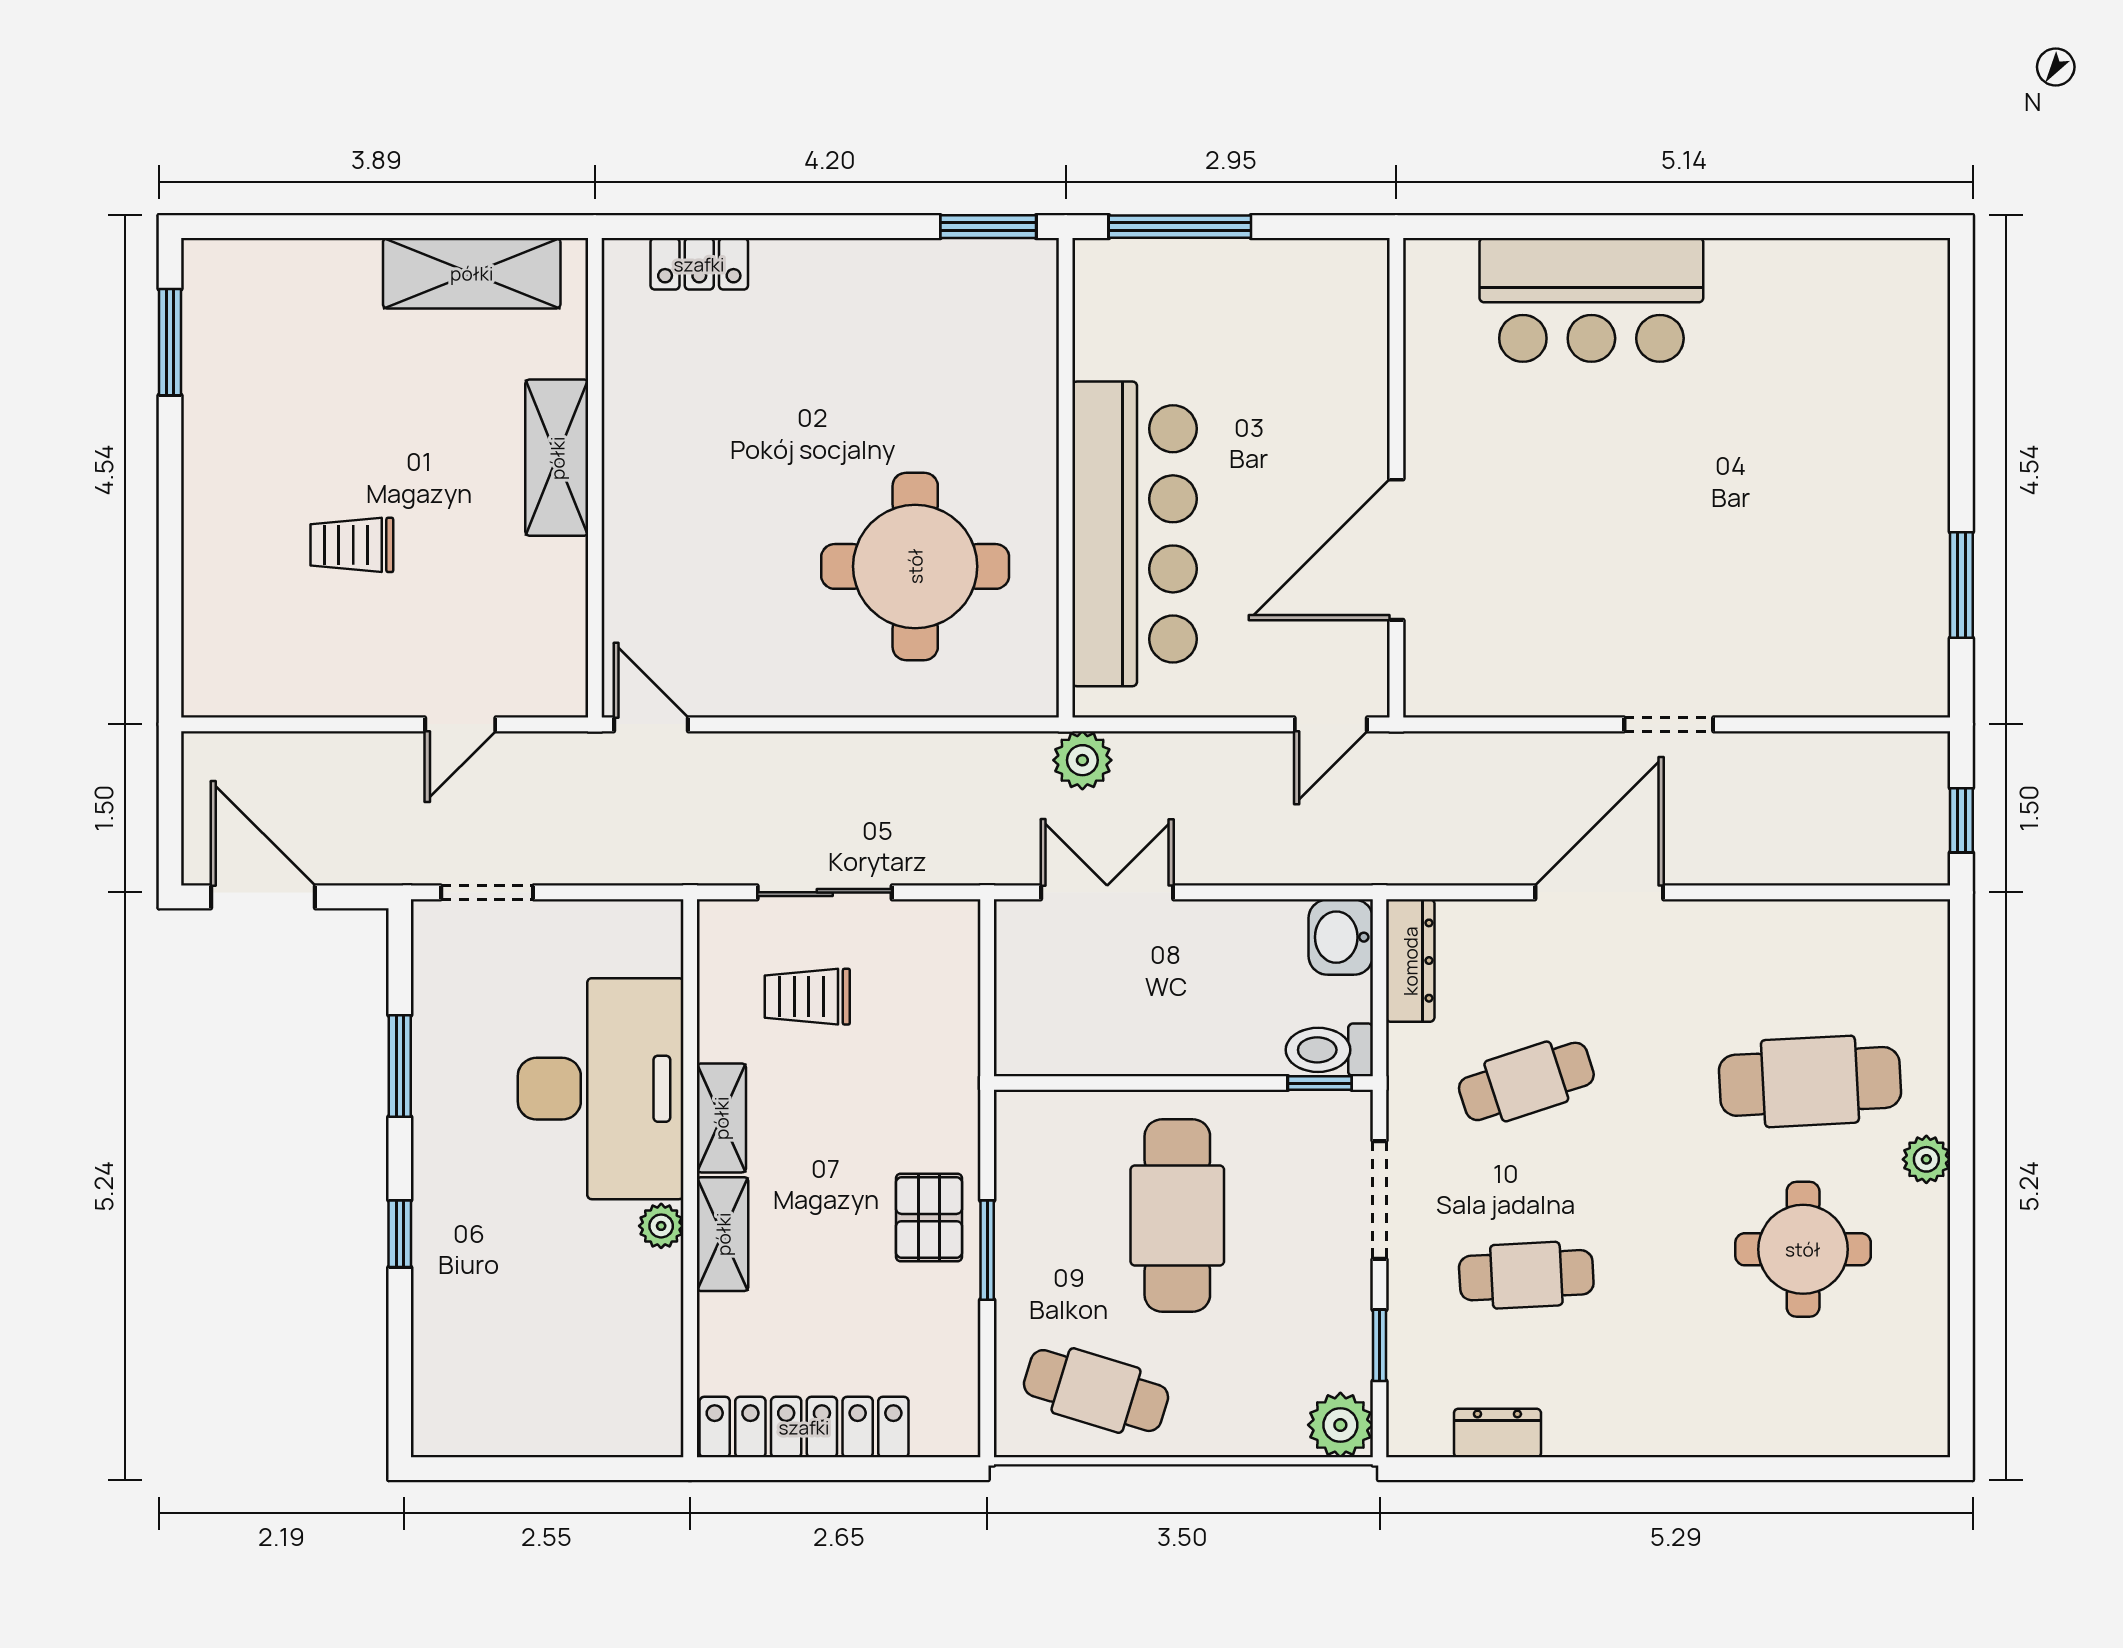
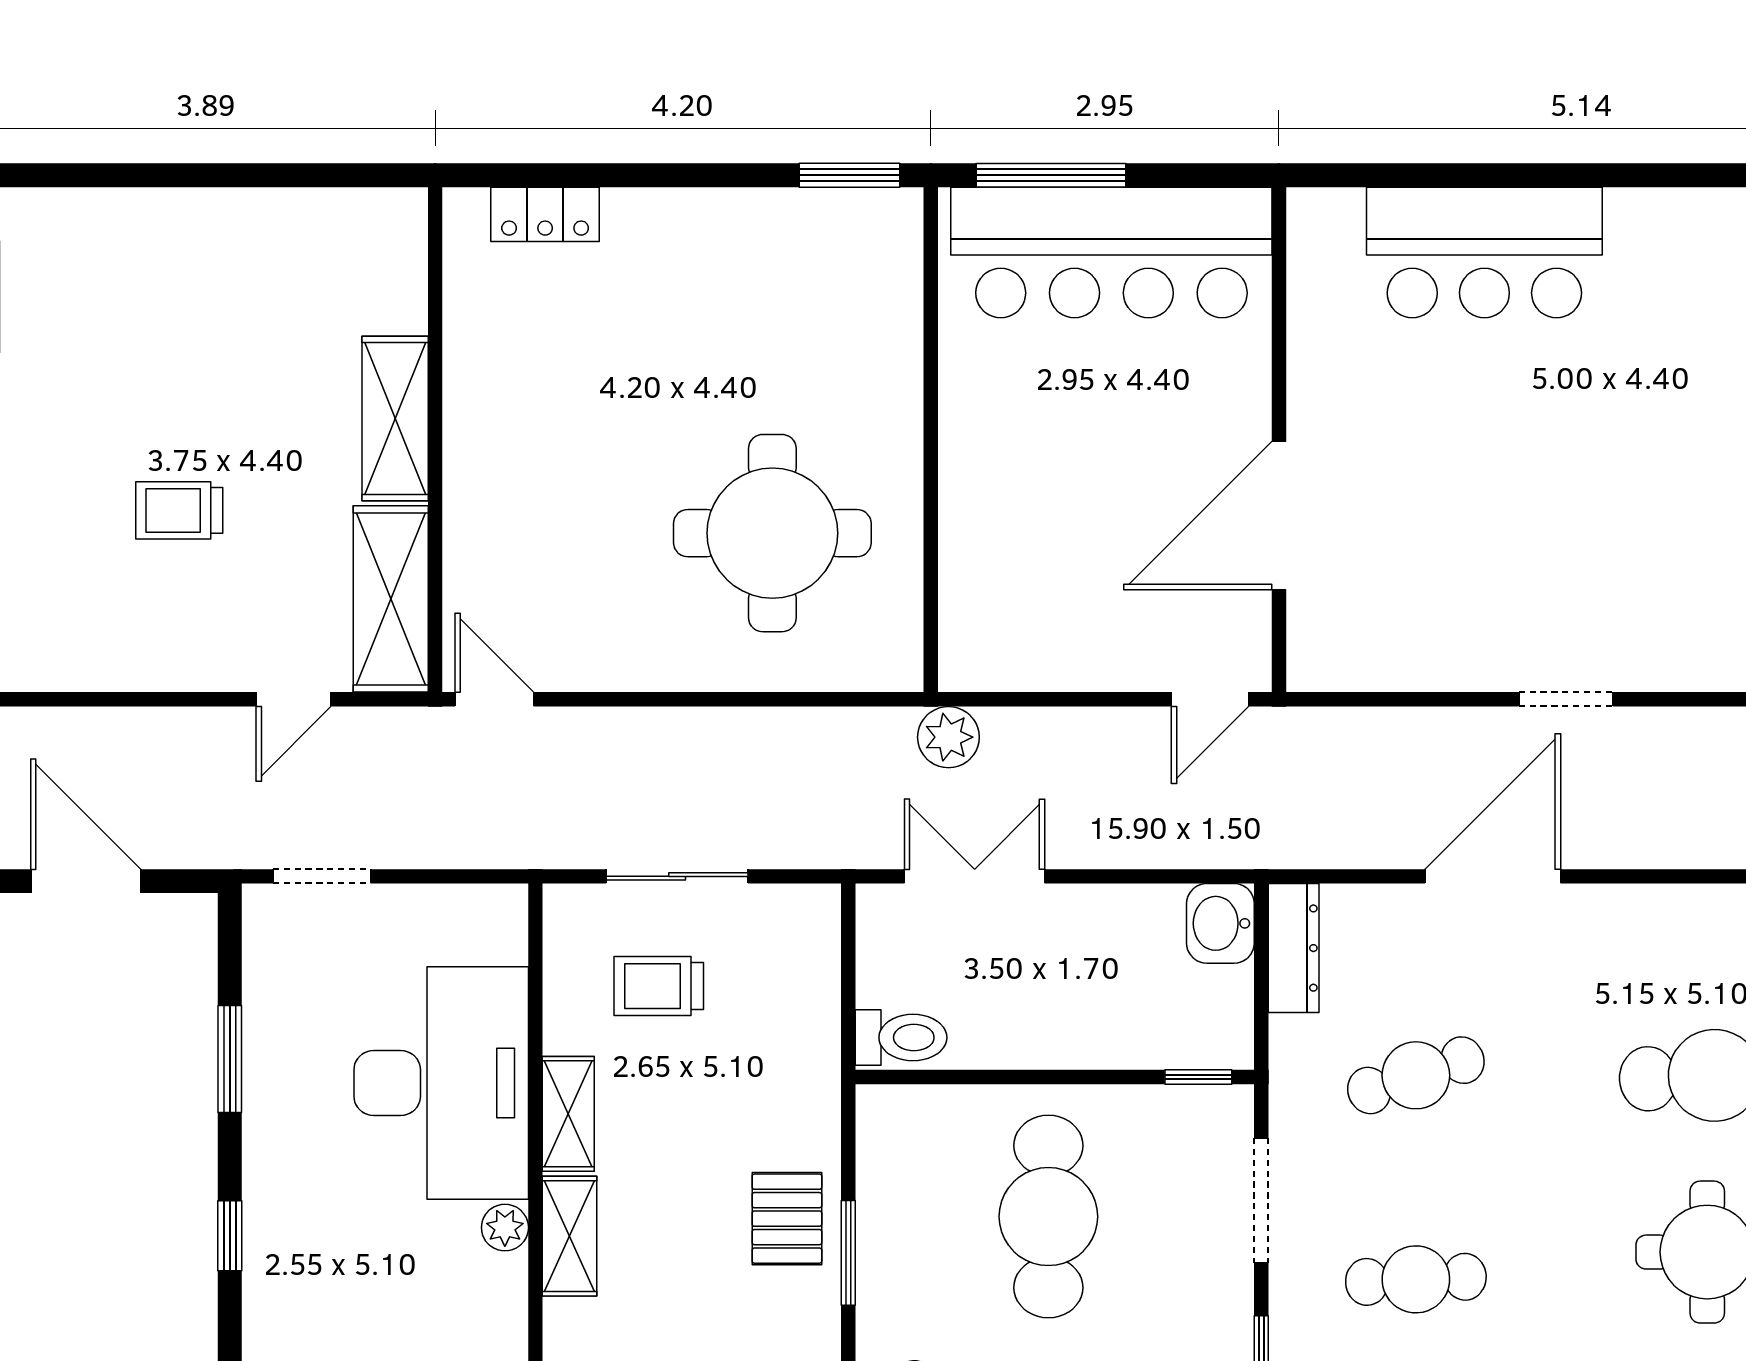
shelving: (472, 273) -> (391, 599), moved, turned 90
bar counter: (1134, 534) -> (1111, 252), moved, turned 90
toilet: (1329, 1050) -> (901, 1038), moved, turned 180

